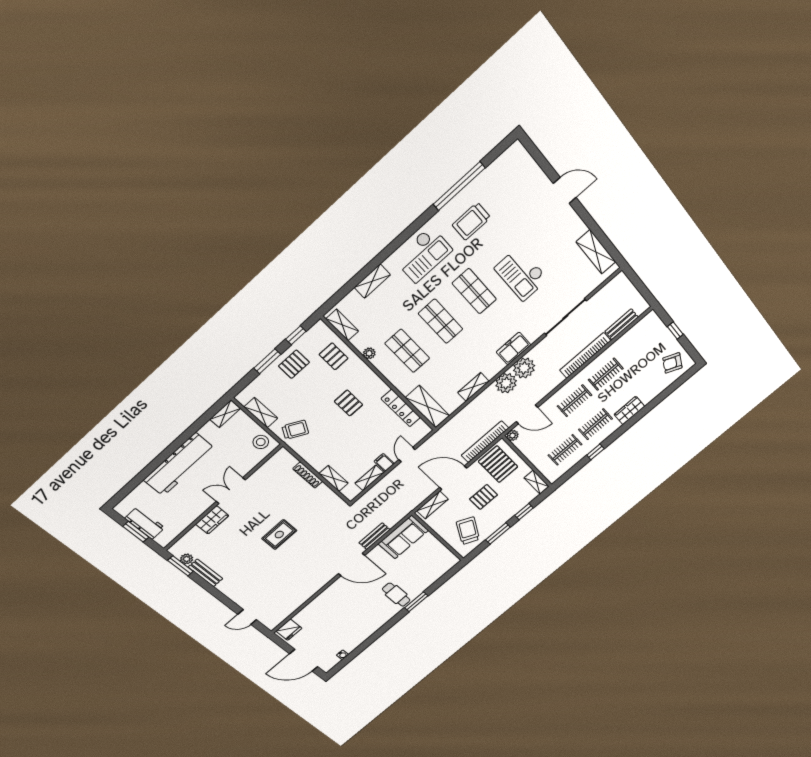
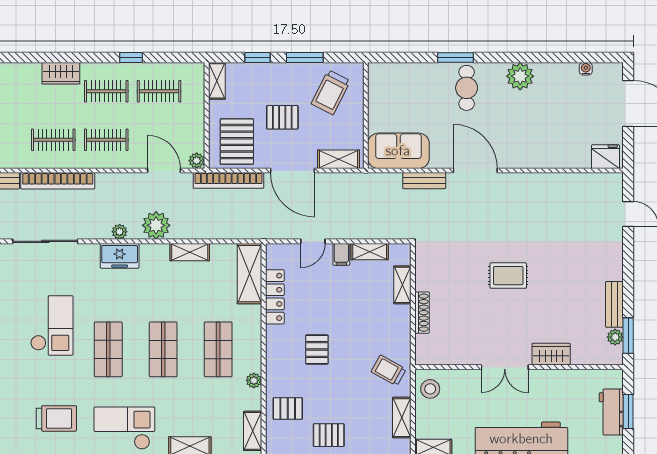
pallet: (334, 356) -> (288, 408), turned 90
plant: (524, 368) -> (120, 232), width x0.53, depth x0.53
plant: (373, 623) -> (520, 76), added

